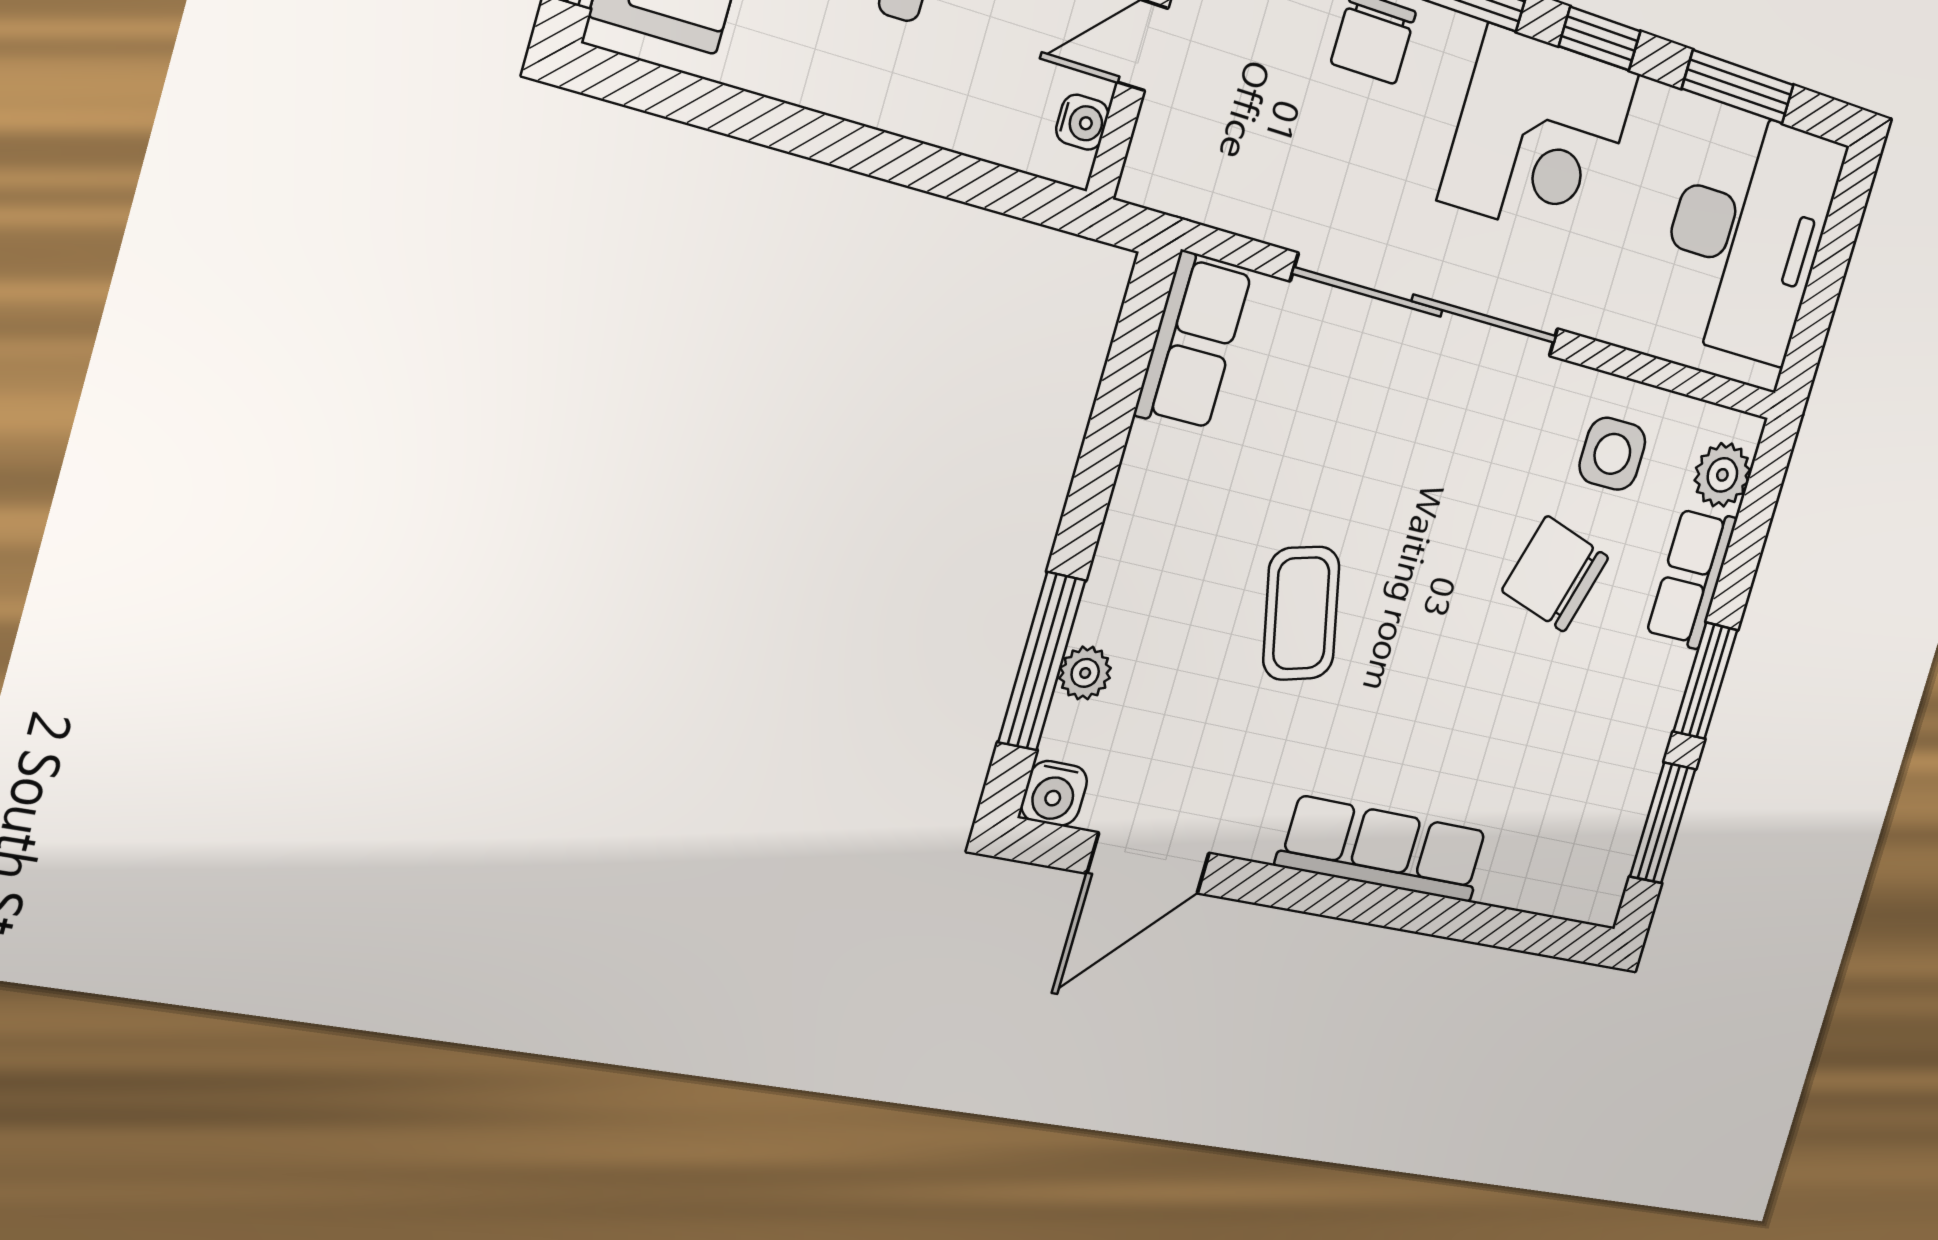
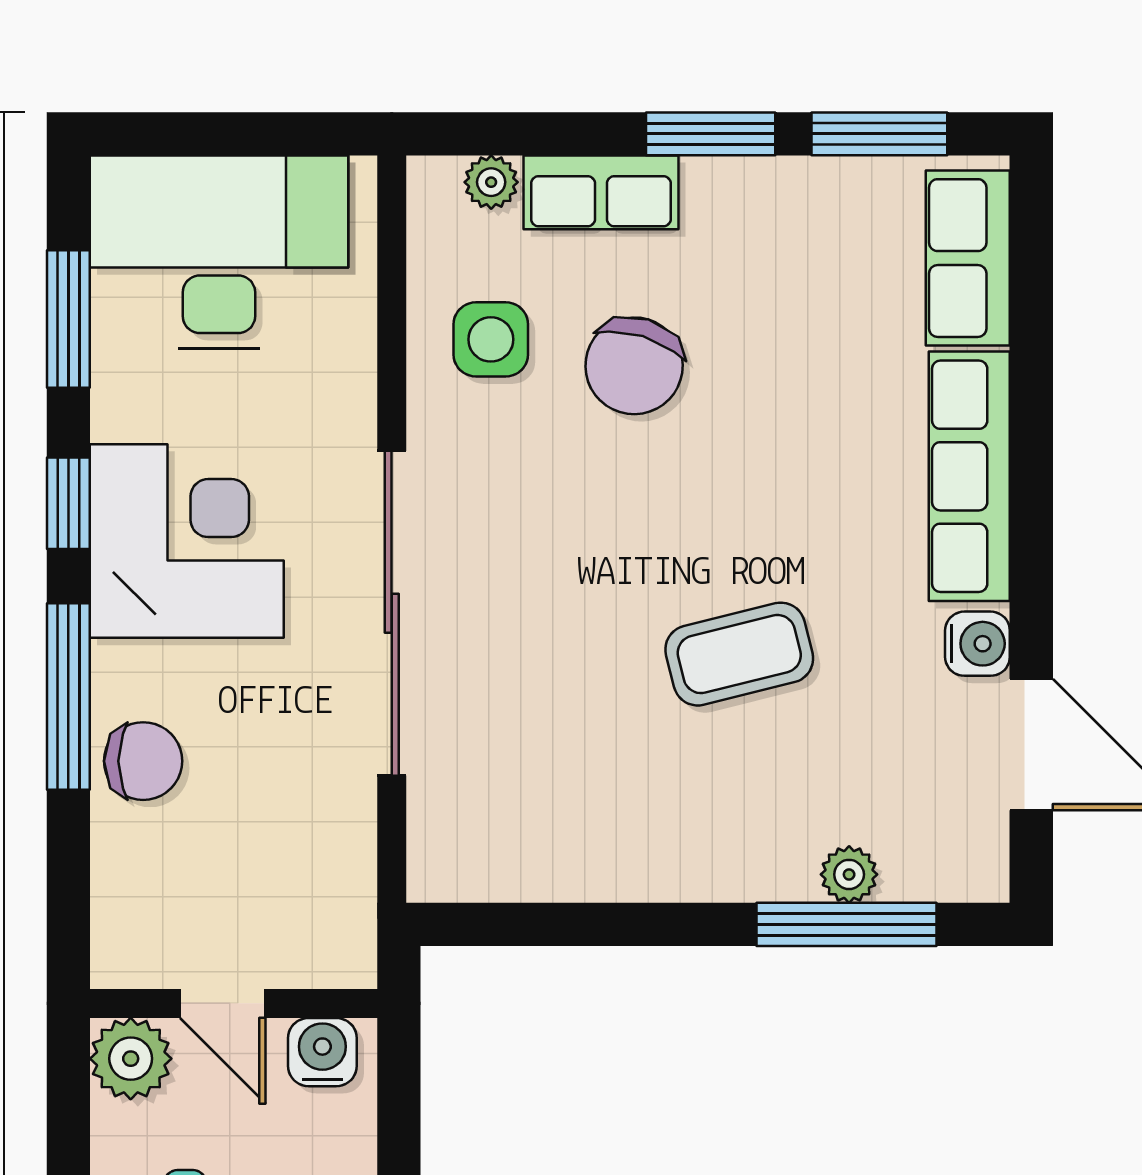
water cooler: (1082, 122) -> (322, 1052), width x1.38, depth x1.38
row of seats: (1193, 342) -> (968, 258), moved, turned -90
plant: (1722, 475) -> (491, 182), width x0.73, depth x0.73
water cooler: (1054, 793) -> (977, 644), moved

